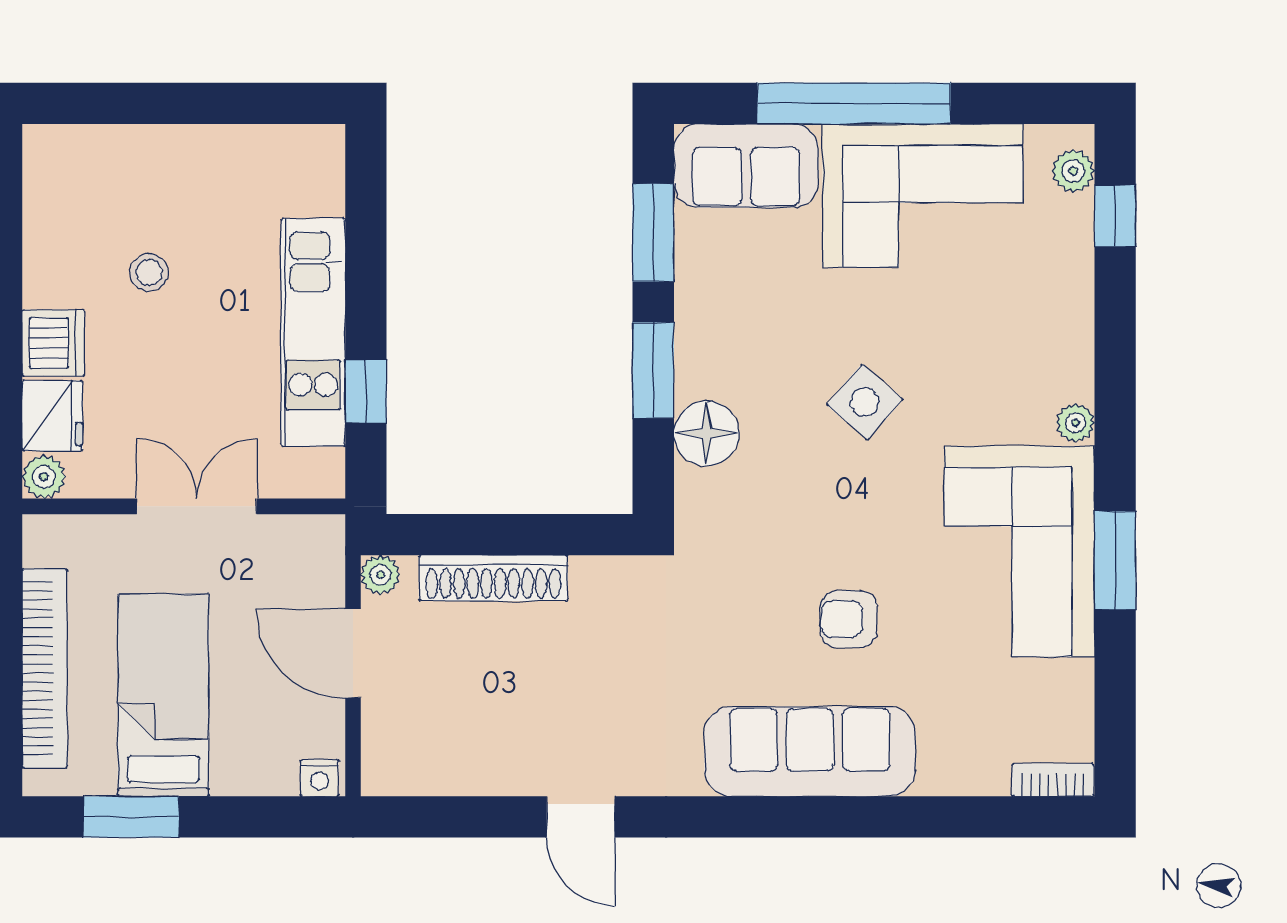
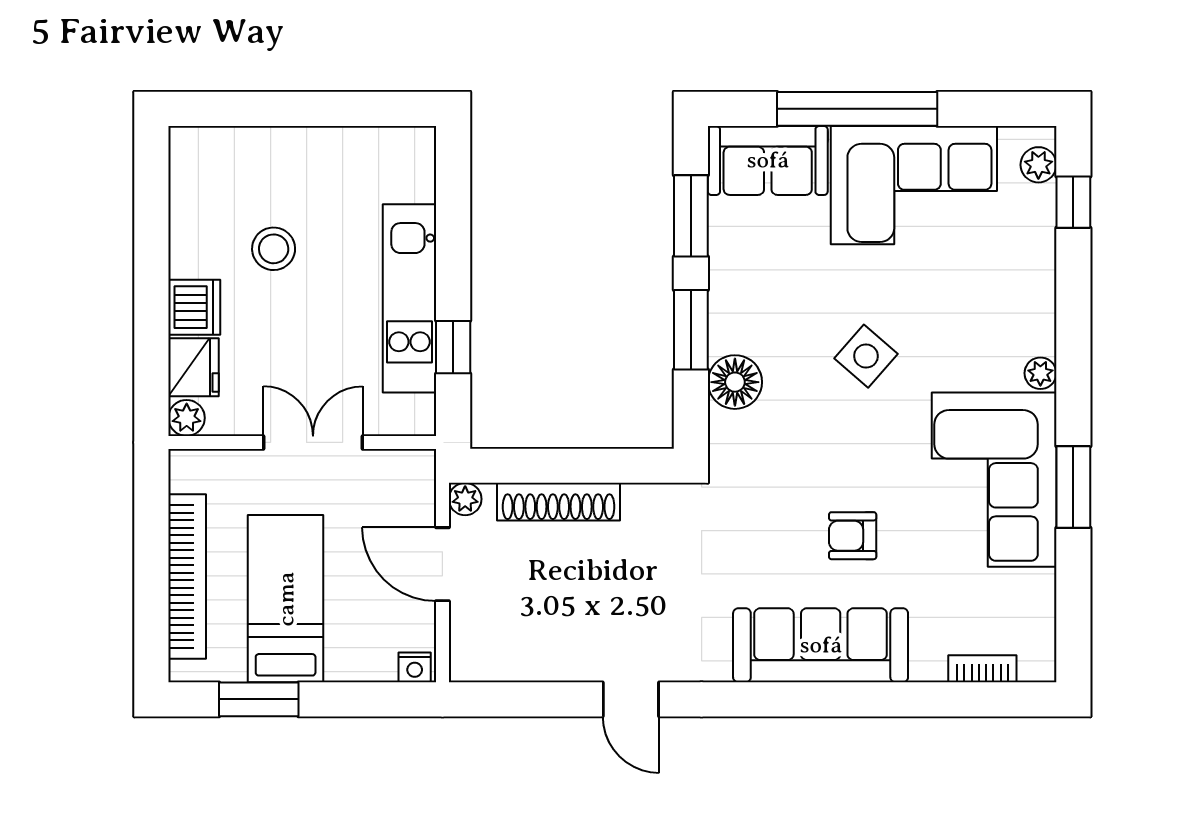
stool: (149, 272) -> (274, 249), width x1.37, depth x1.37
bookcase: (1053, 780) -> (982, 669), moved

